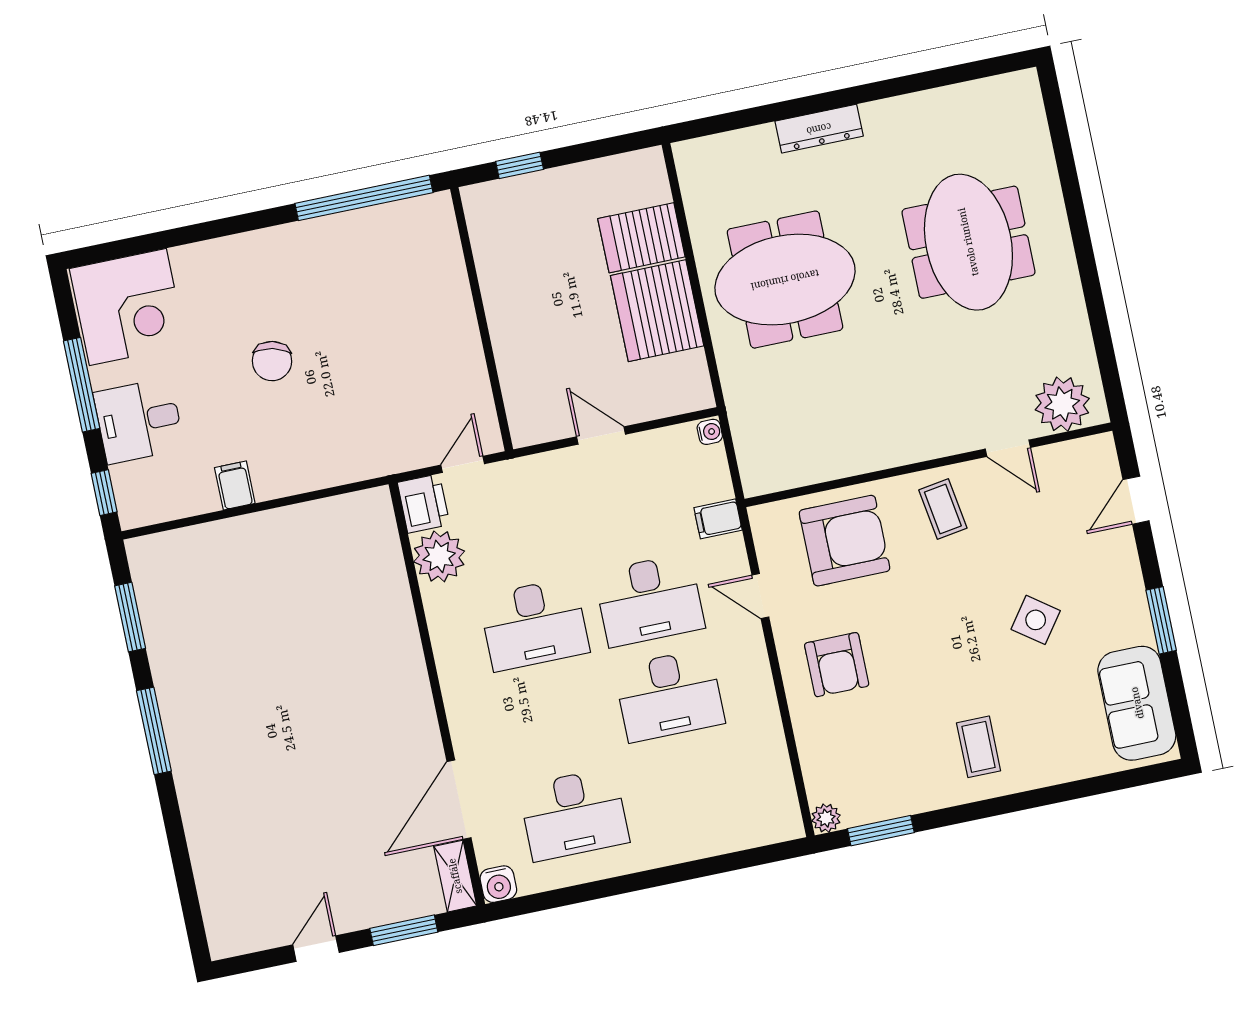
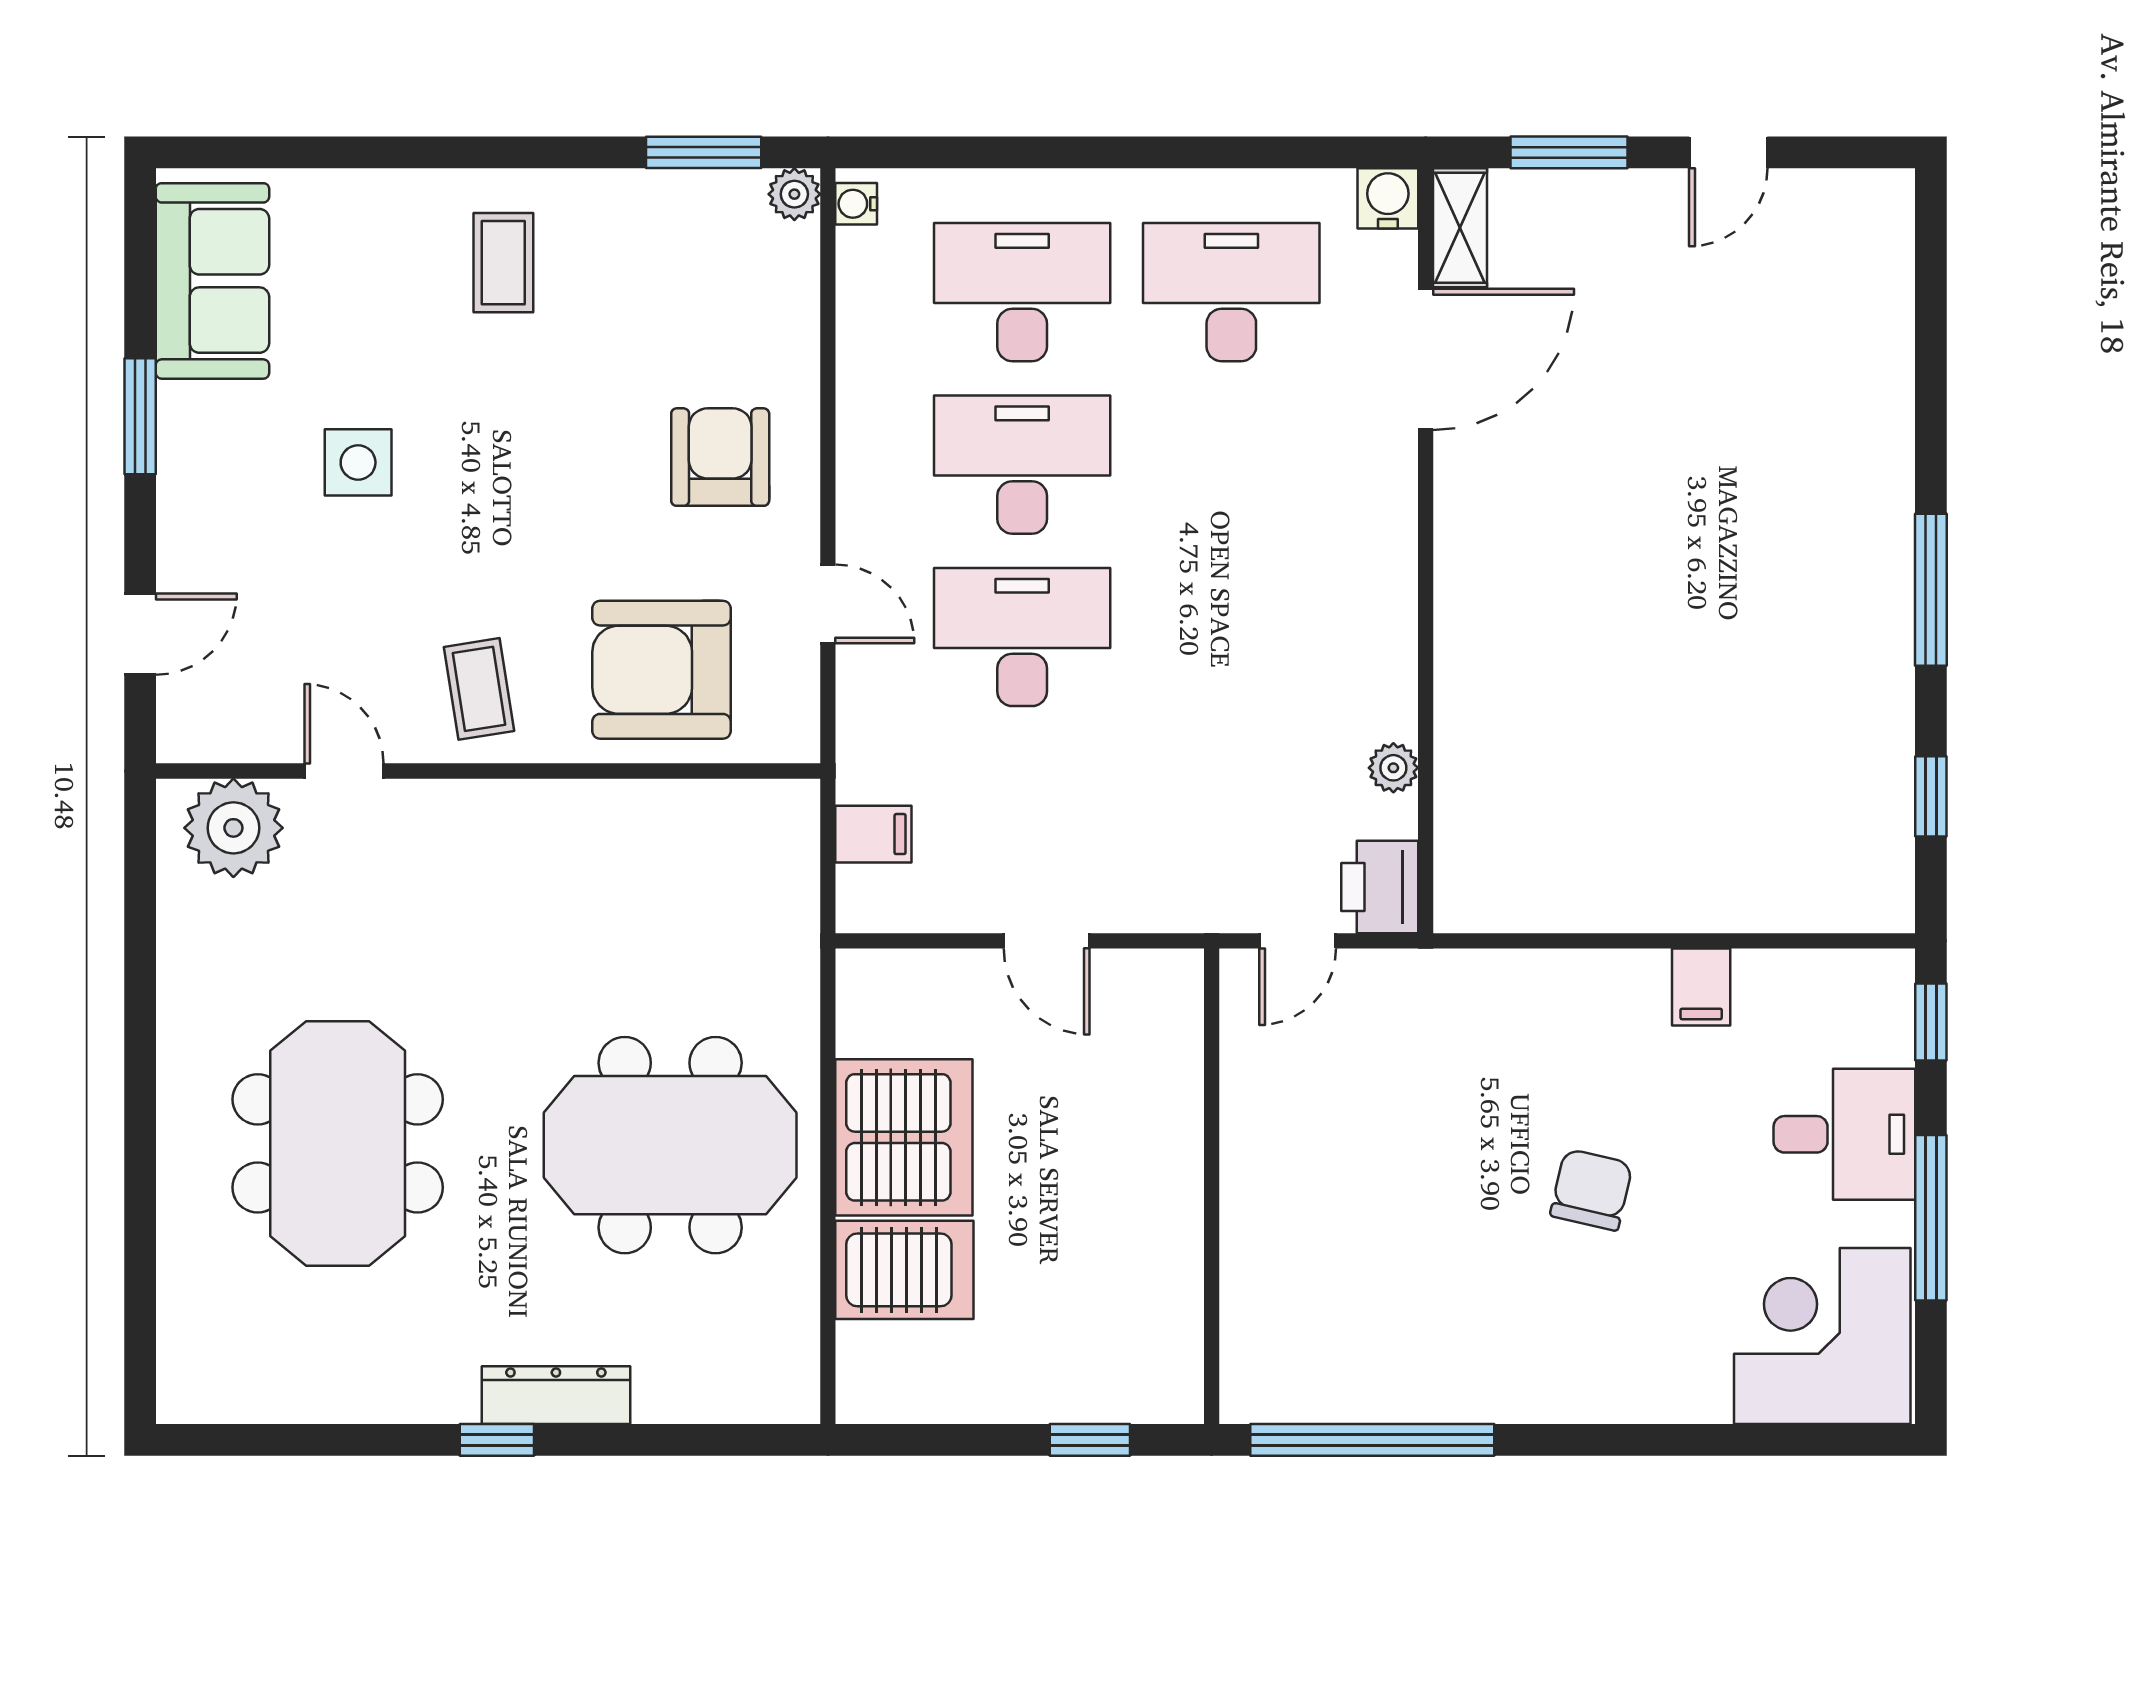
window: (847, 97) -> (497, 1440), added
water cooler: (710, 432) -> (856, 204), moved
filing cabinet: (718, 519) -> (873, 834), moved
plant: (439, 556) -> (1393, 768), width x0.53, depth x0.53
window: (130, 617) -> (1931, 796), width x0.67
side table: (1036, 620) -> (358, 462), turned -36
desk: (534, 624) -> (1022, 292), moved

